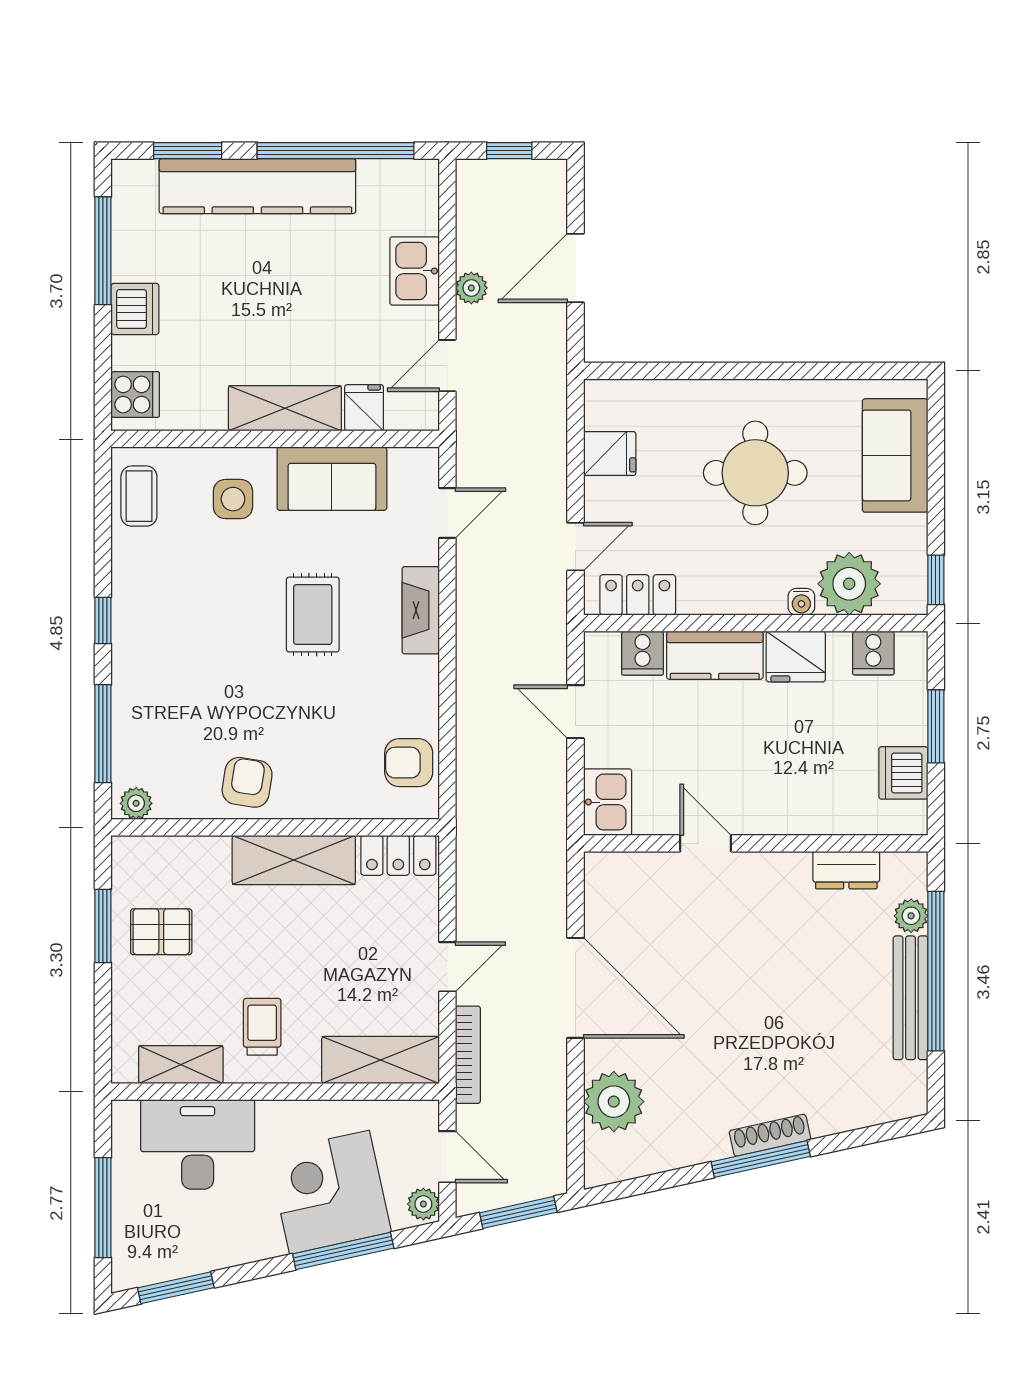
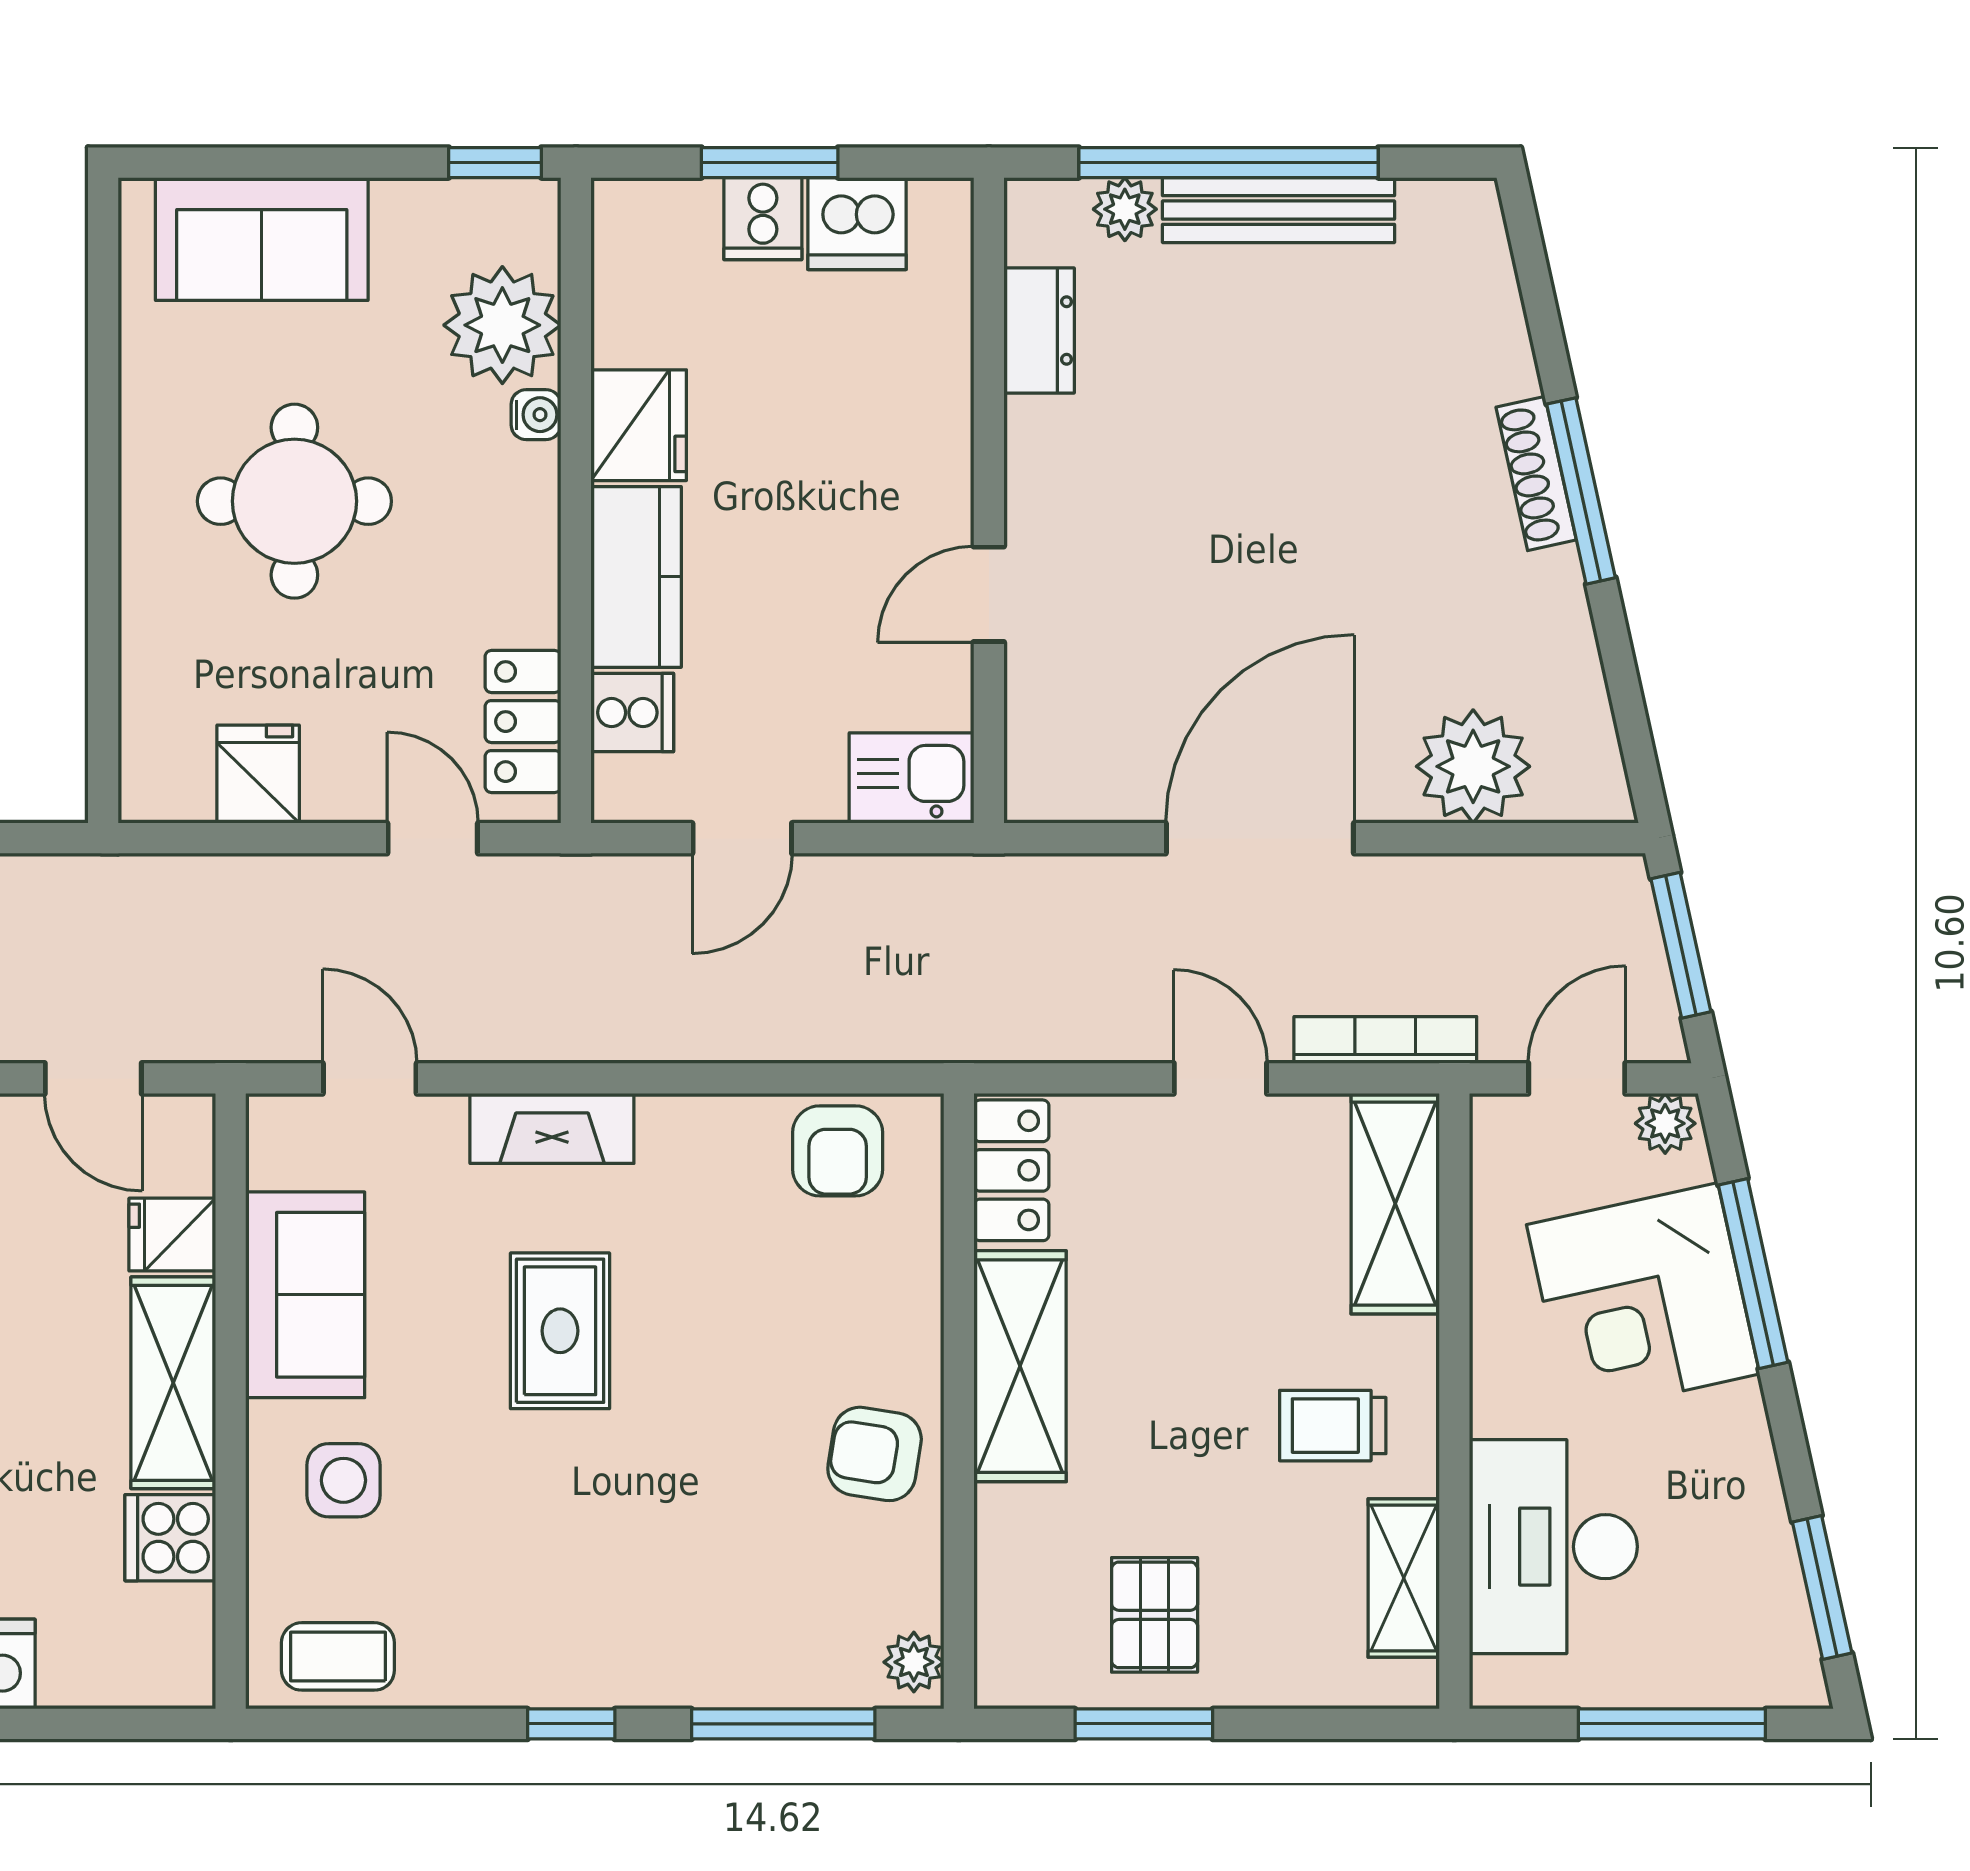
cooker: (135, 394) -> (170, 1538), moved, turned -90
rug: (313, 615) -> (560, 1331), turned 90
cooker: (873, 653) -> (763, 219), moved, turned 90

